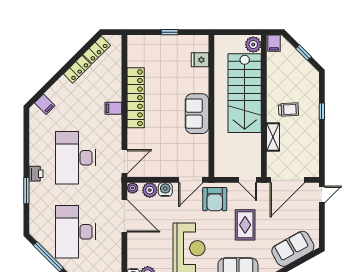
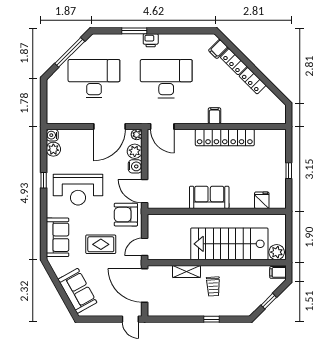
locker: (97, 50) -> (234, 62), moved

